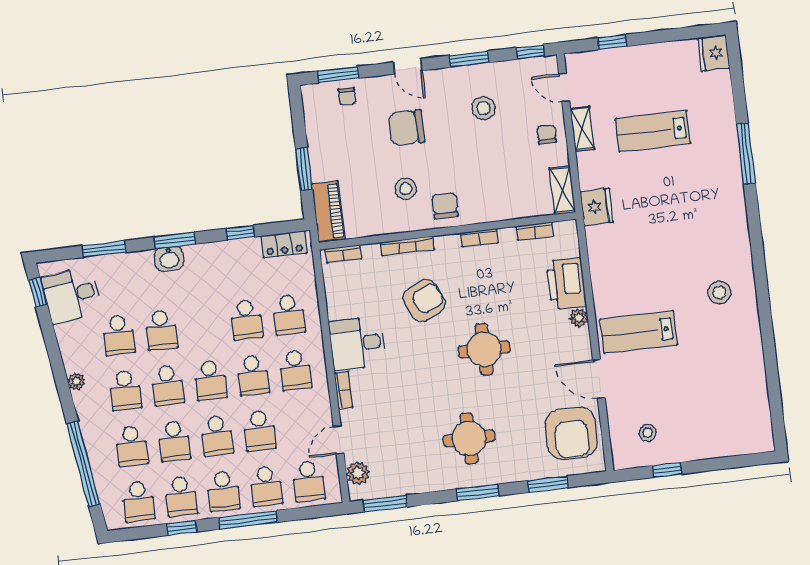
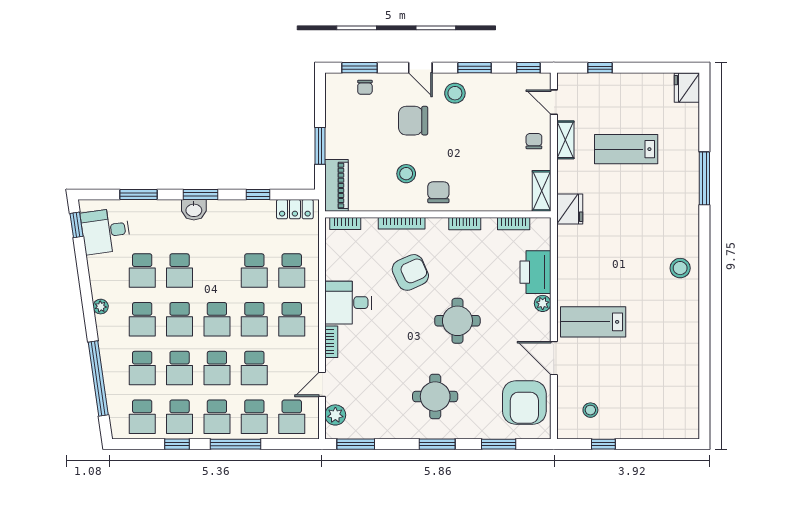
stool: (483, 108) -> (455, 93), moved
stool: (719, 292) -> (680, 268), moved

